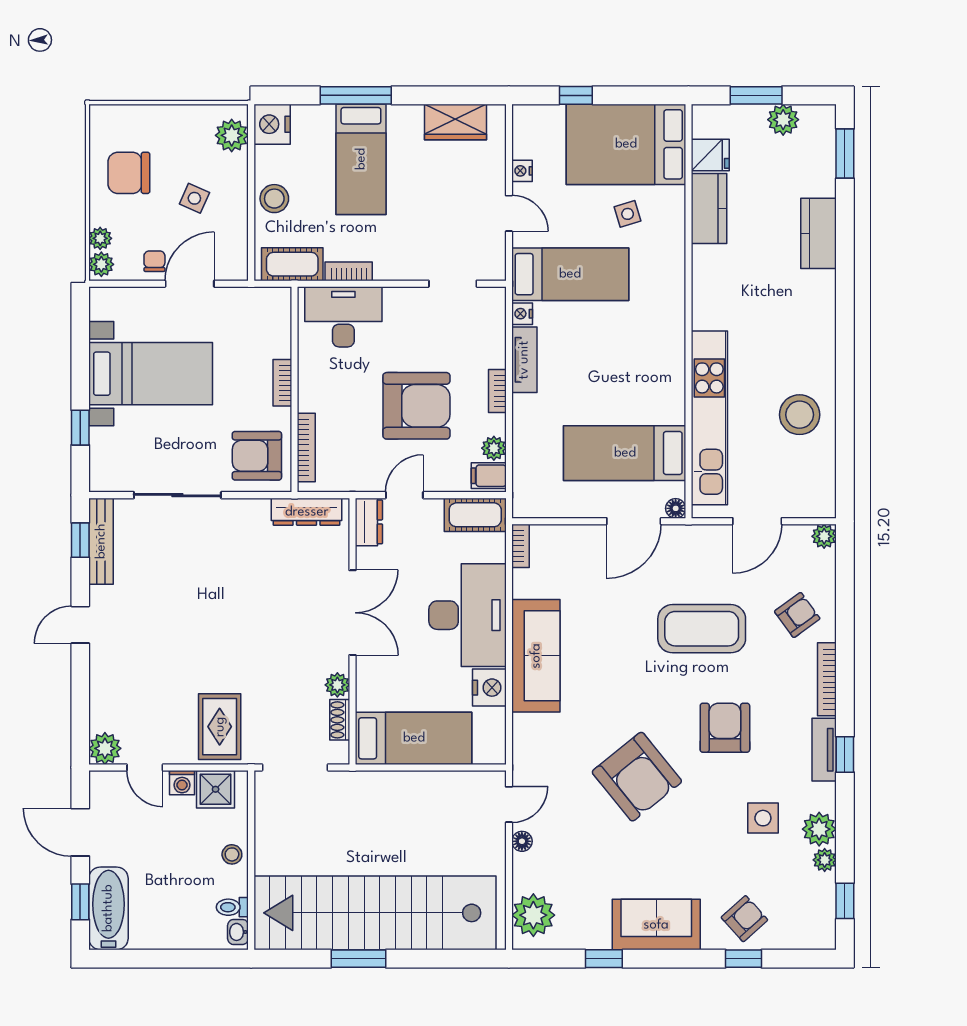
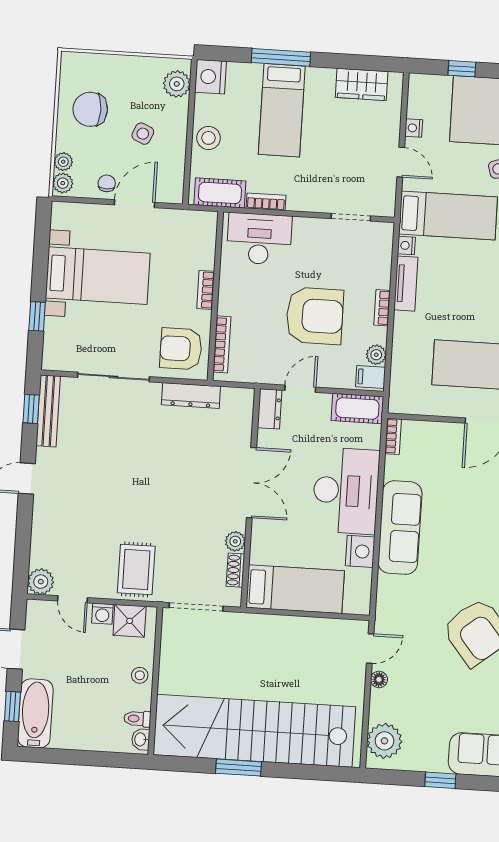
dresser: (307, 512) -> (191, 396), moved

